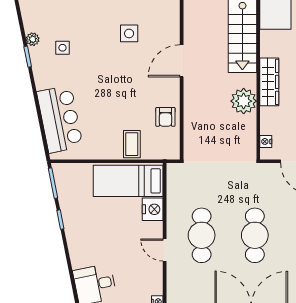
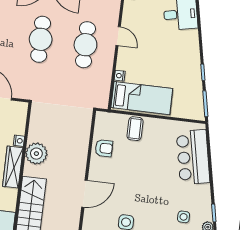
armchair: (165, 117) -> (104, 148), turned 90
nightstand: (266, 141) -> (19, 141), moved
nightstand: (153, 209) -> (120, 76), width x0.53, depth x0.56

